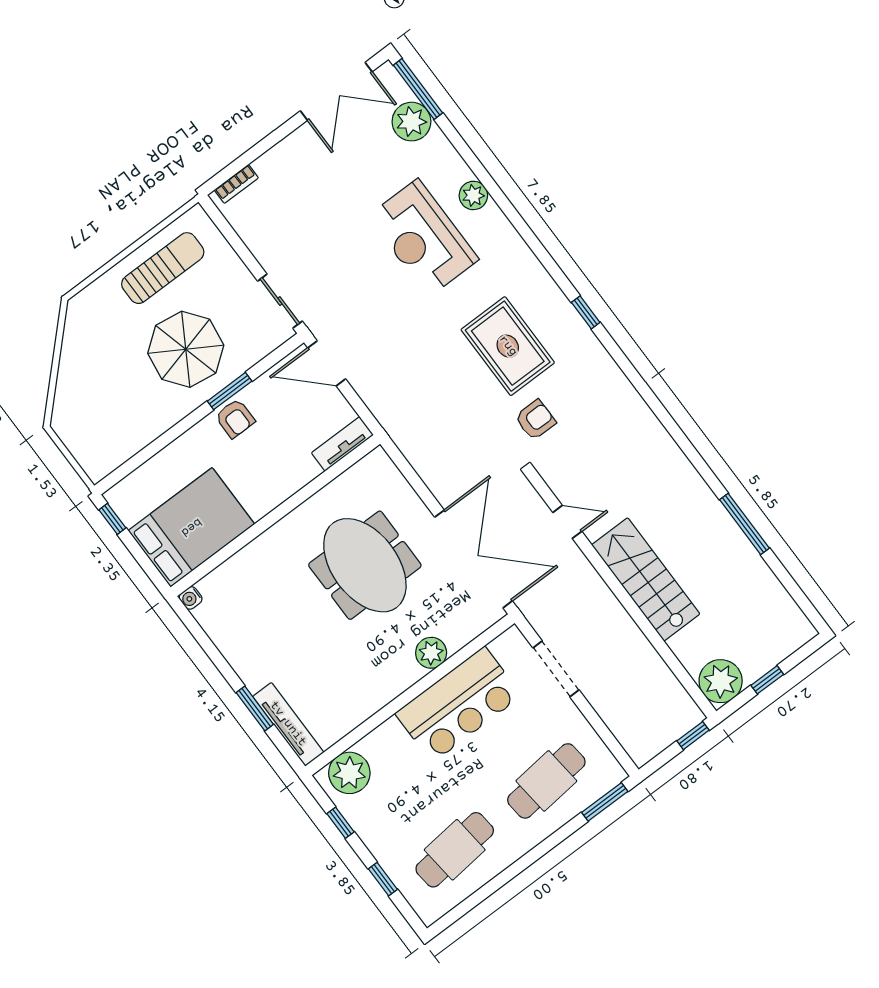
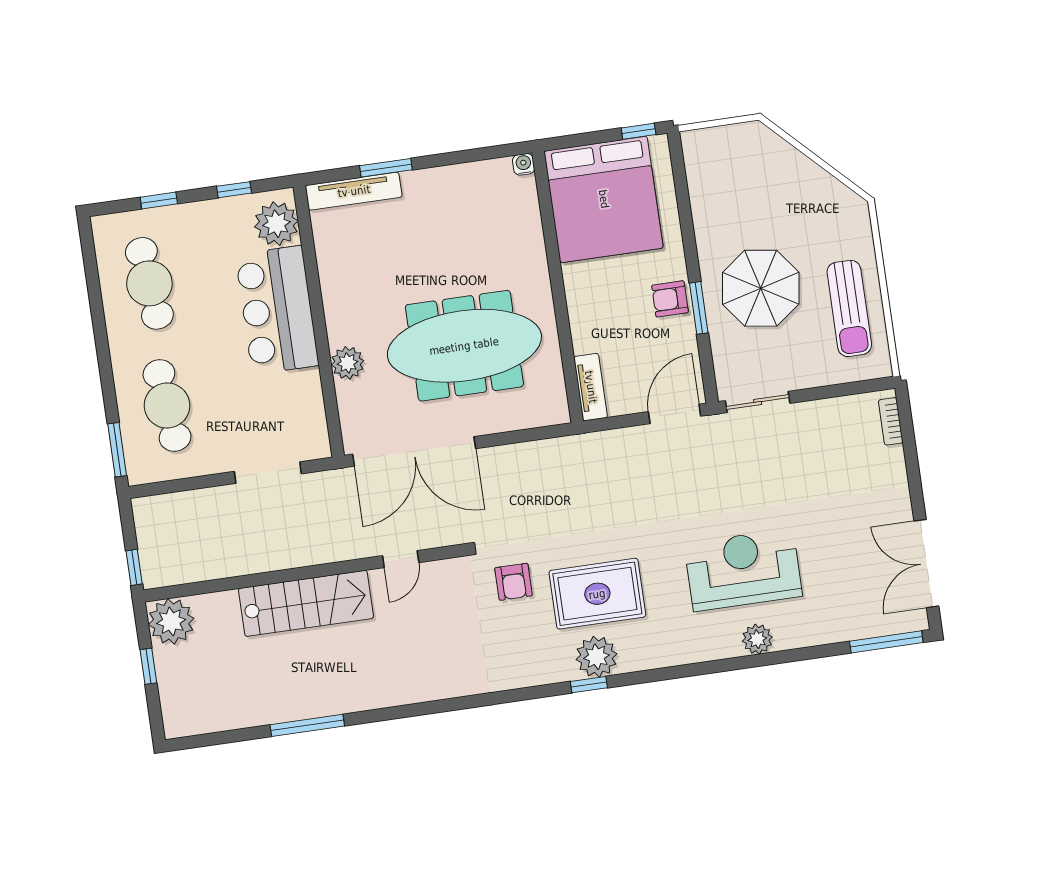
plant: (411, 122) -> (596, 657), moved
bed: (191, 527) -> (604, 199), width x1.36
meeting table: (365, 565) -> (464, 346), width x1.36
bar counter: (458, 705) -> (277, 310), moved

